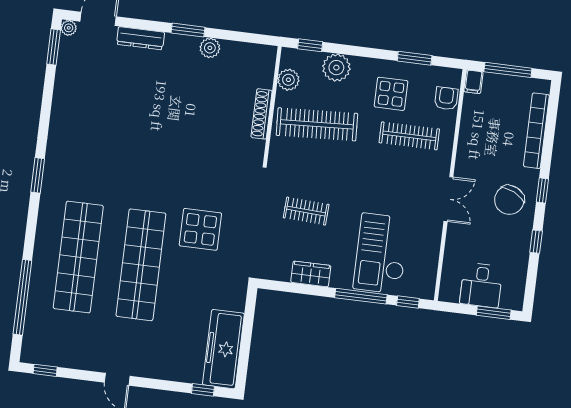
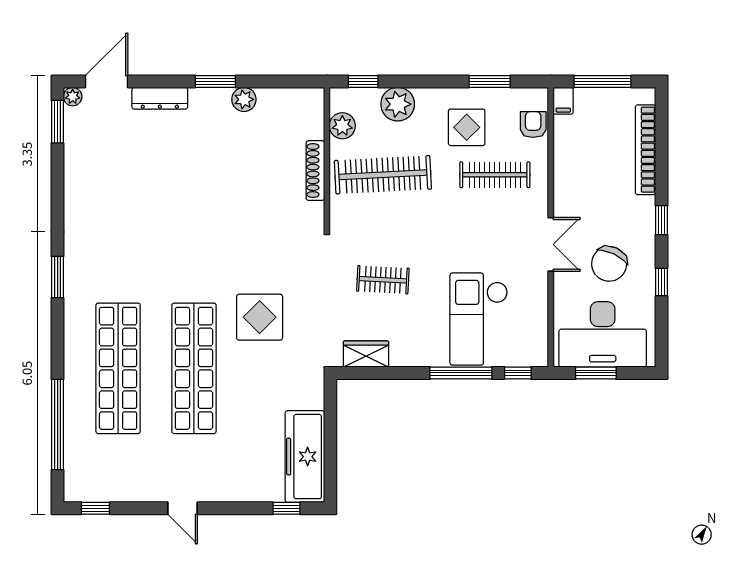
chair: (509, 200) -> (609, 264), moved
wardrobe: (311, 274) -> (366, 354), moved
desk: (481, 285) -> (603, 334), width x1.87, depth x1.30
window: (494, 313) -> (596, 373), moved

